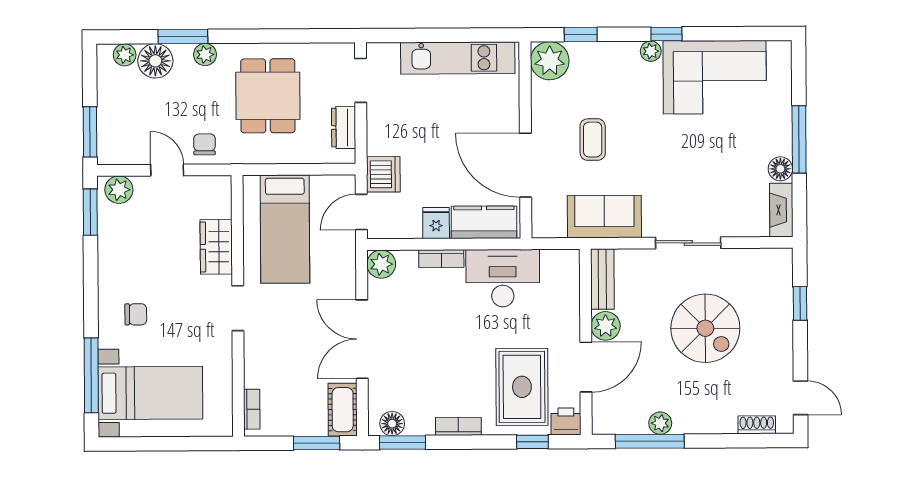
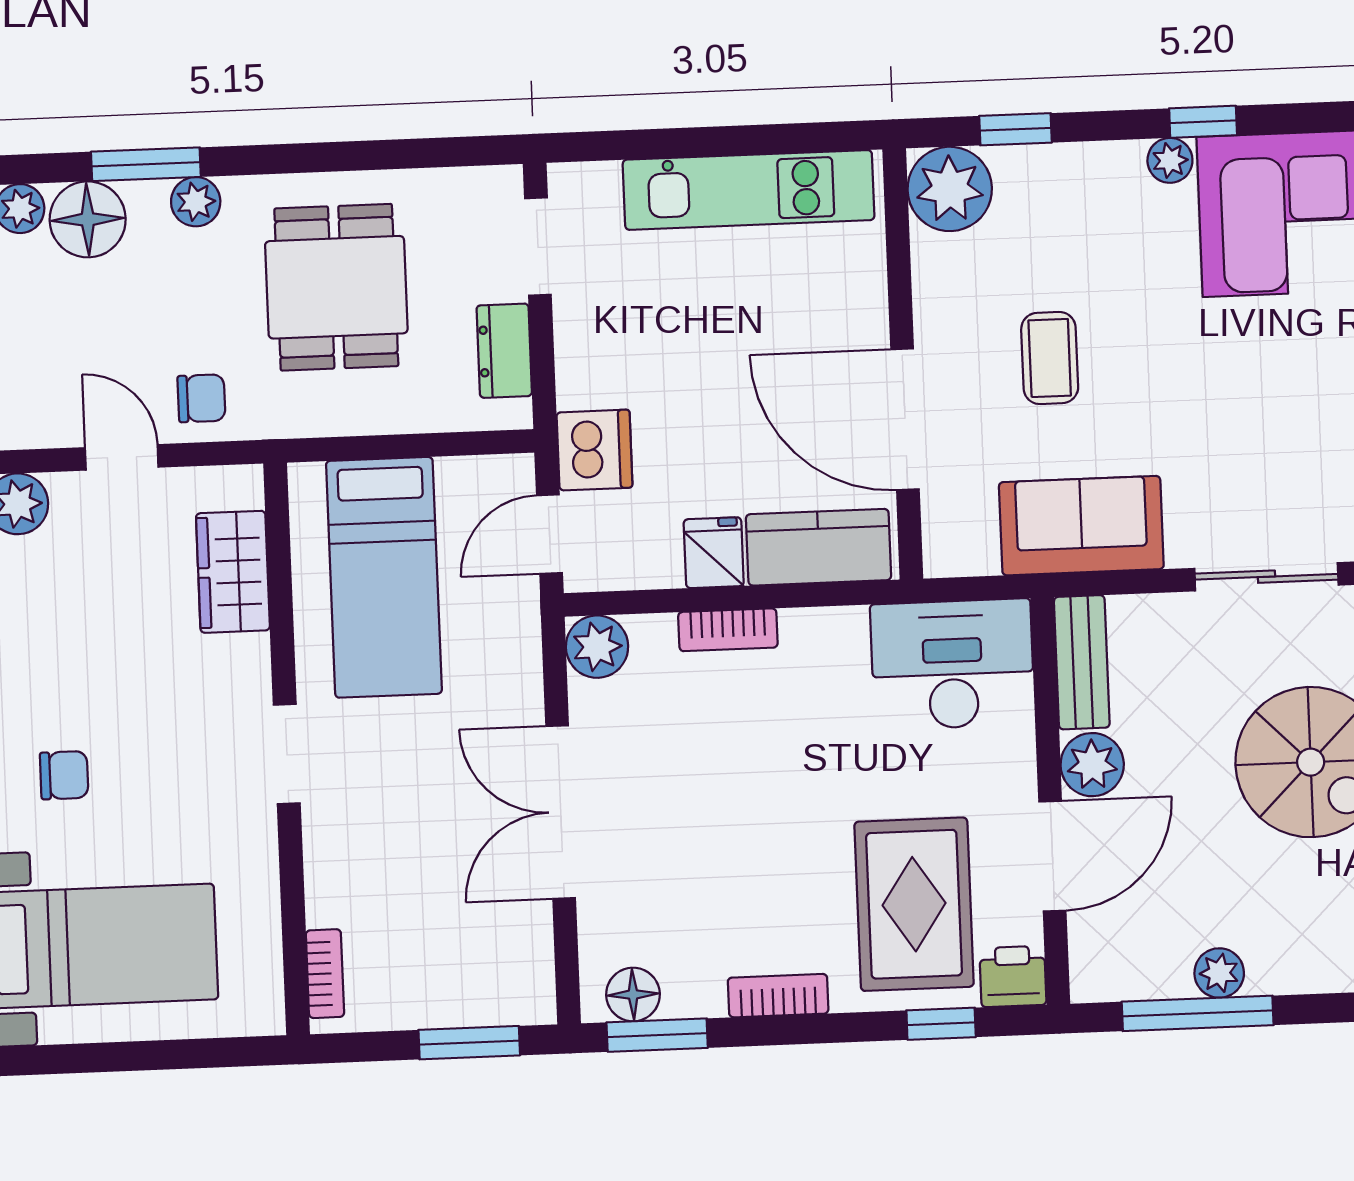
chair: (205, 144) -> (201, 398), turned 90
wardrobe: (216, 247) -> (233, 572), moved
desk: (503, 278) -> (953, 664), moved
cot: (343, 410) -> (524, 968), removed

